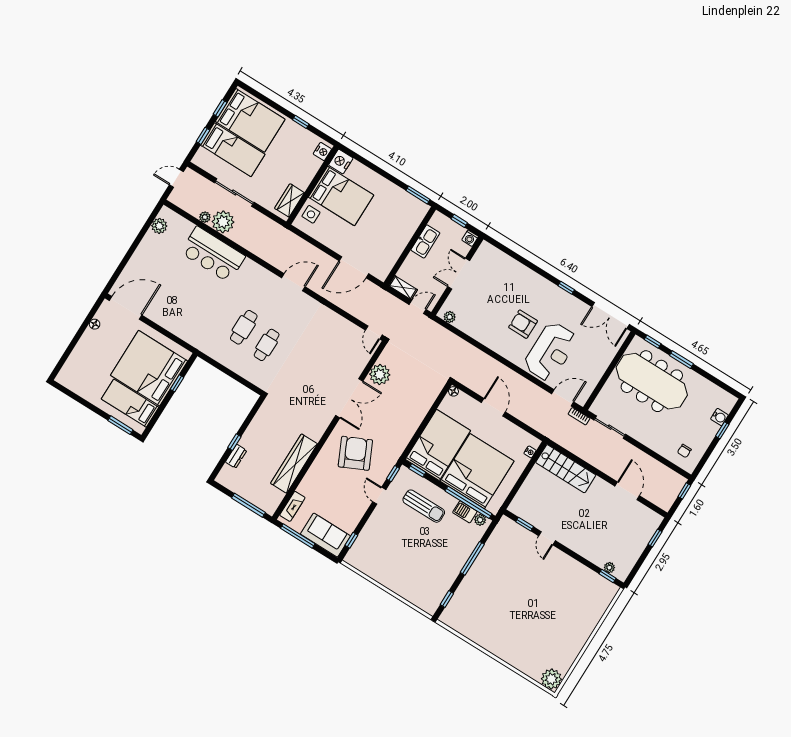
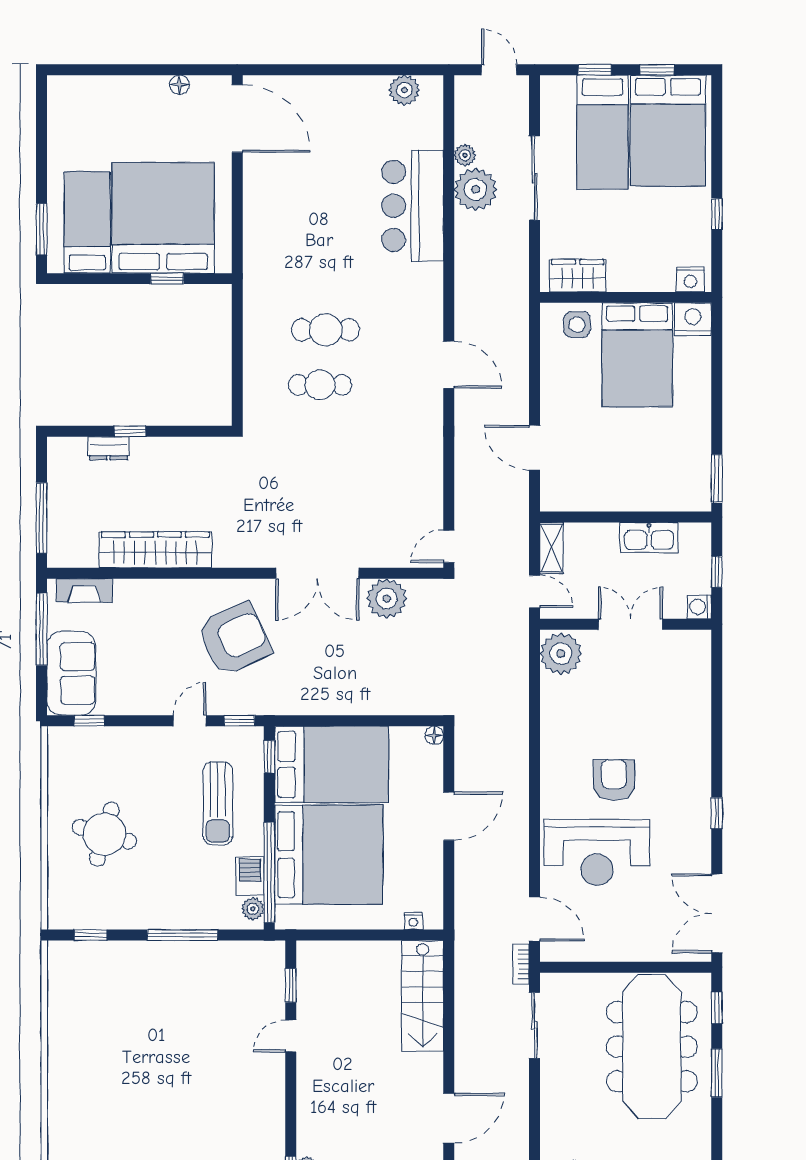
door: (354, 267) -> (535, 448), width x0.73
plant: (450, 317) -> (561, 654), width x1.88, depth x1.88
round table: (406, 565) -> (104, 834), added

